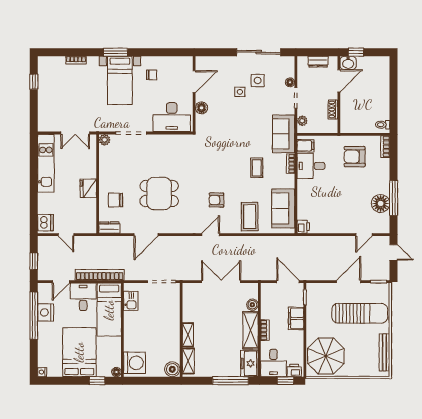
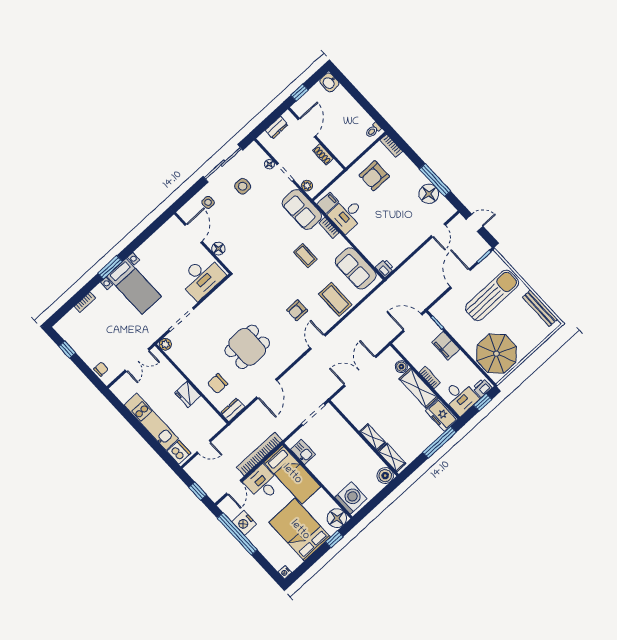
washbasin: (348, 63) -> (329, 82), moved, turned 90
chair: (152, 75) -> (101, 369), moved
side table: (240, 92) -> (208, 202), moved
kitchen unit: (46, 163) -> (151, 422), moved
floor lamp: (116, 372) -> (337, 518), width x1.89, depth x1.89

